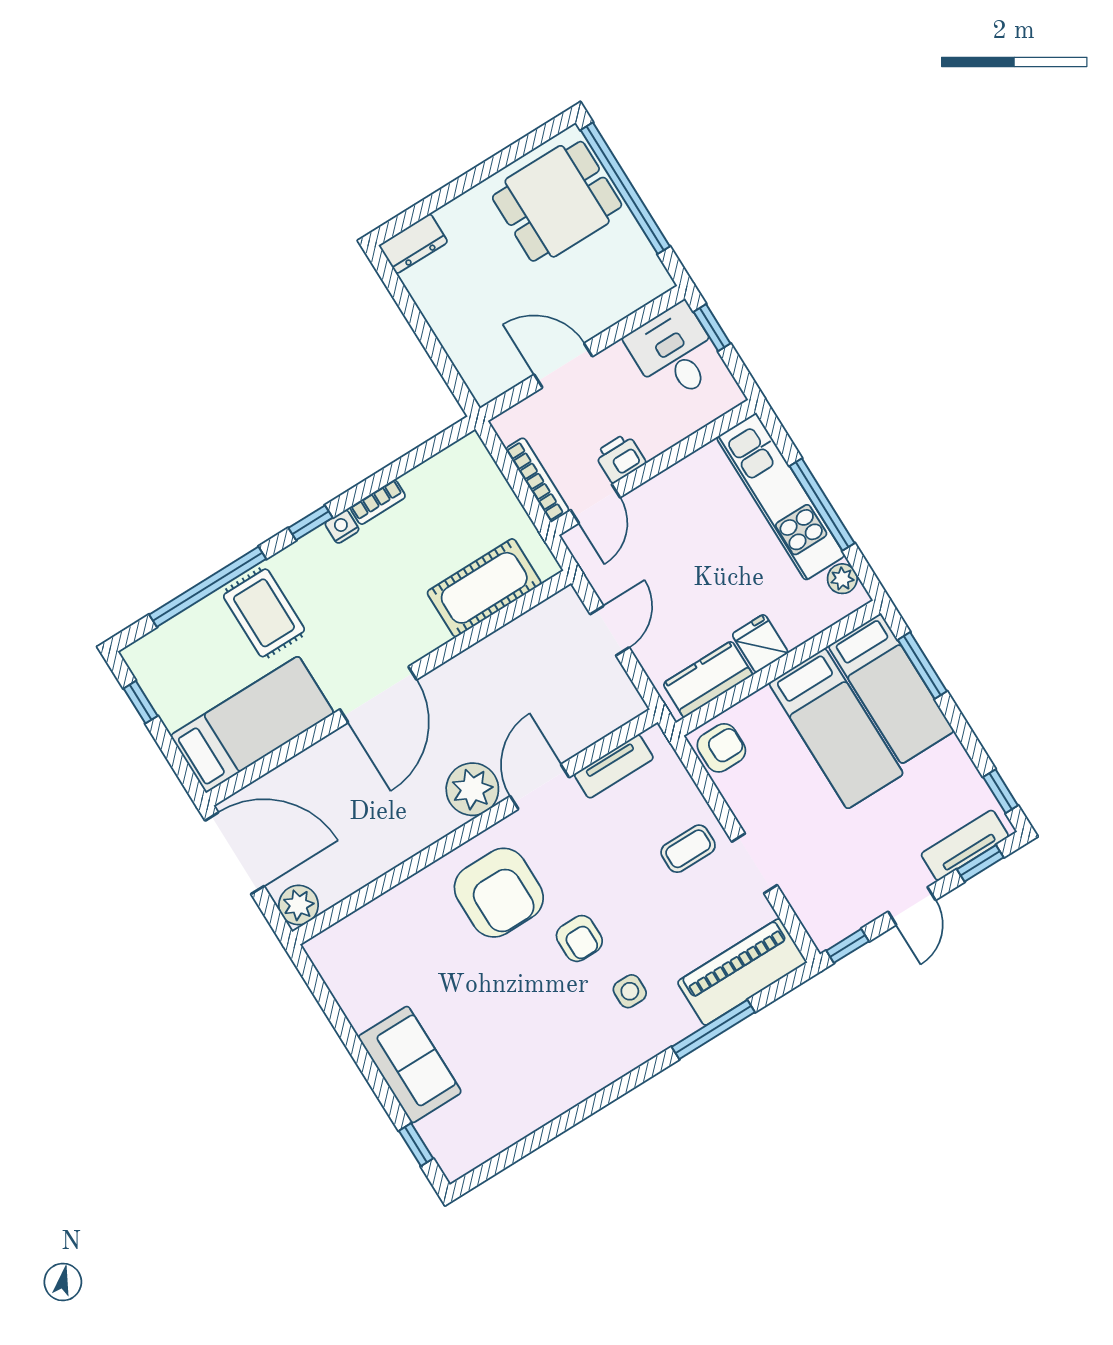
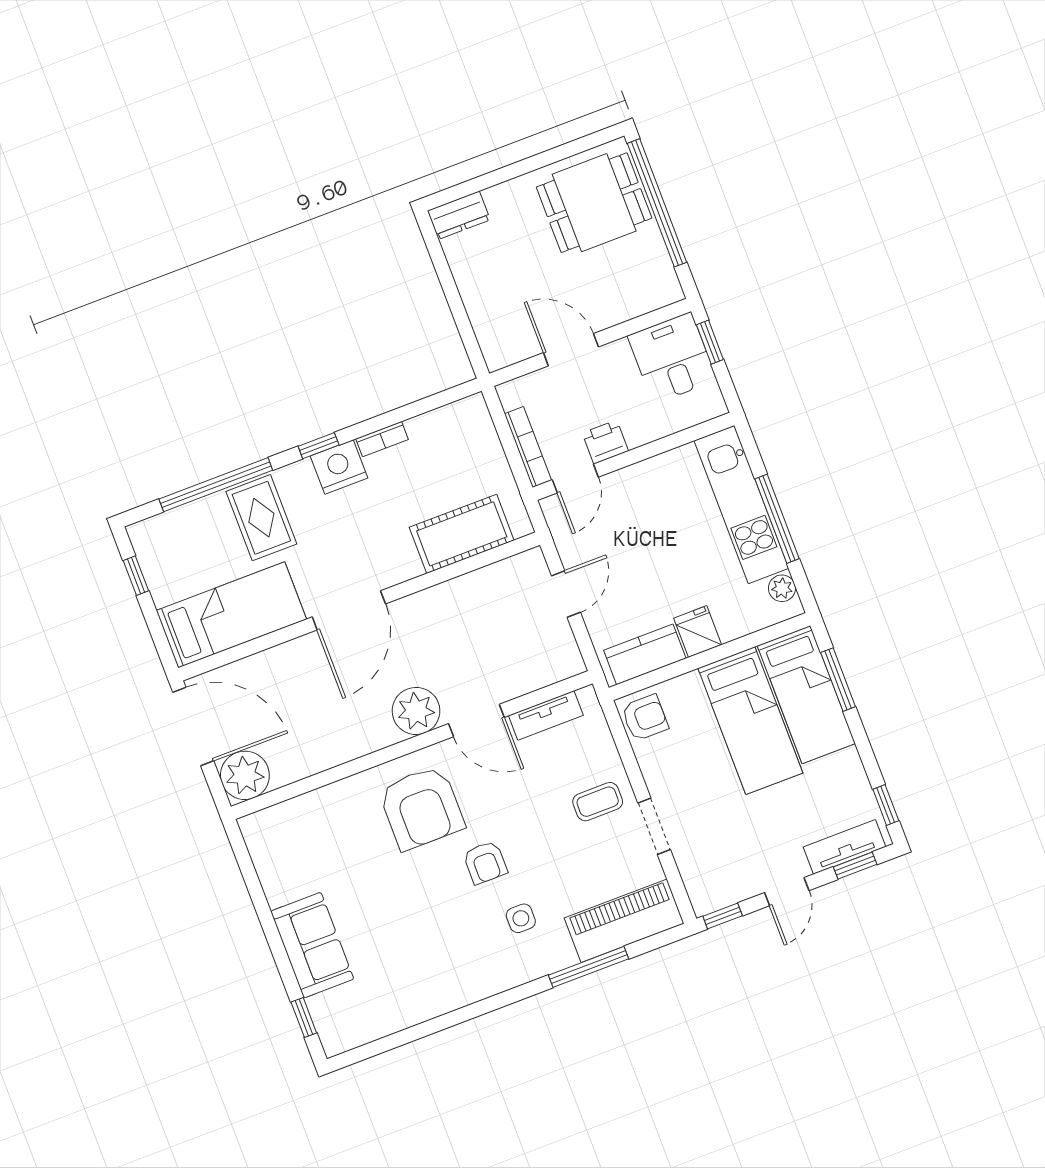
nightstand: (342, 527) -> (339, 467), width x1.89, depth x1.79
door: (540, 787) -> (476, 721), swing flipped
plant: (299, 905) -> (245, 775), width x1.36, depth x1.36

